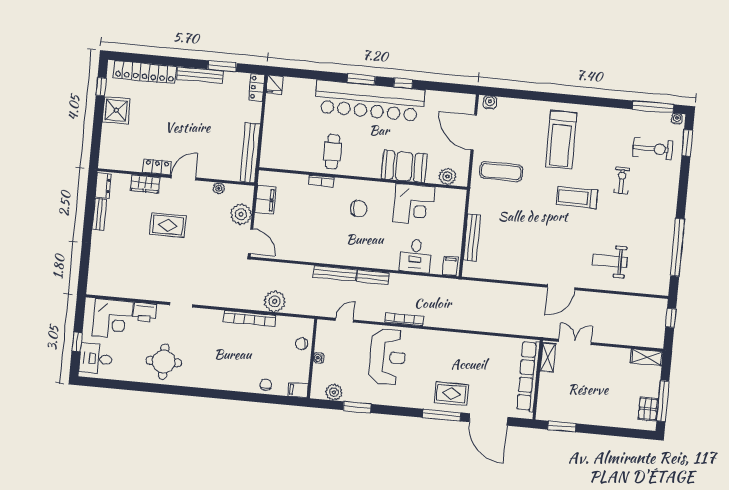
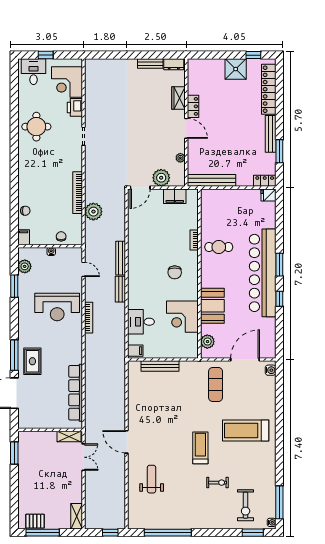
rug: (168, 225) -> (147, 120), removed
row of seats: (528, 376) -> (76, 393), moved, turned -90

